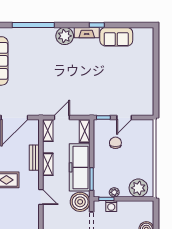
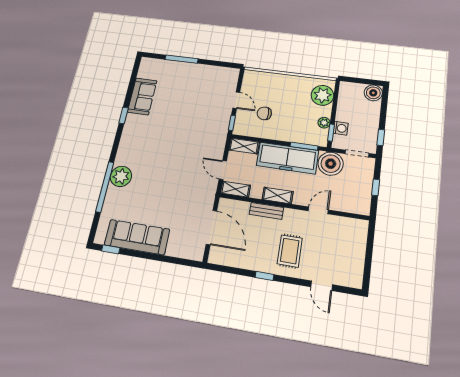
fireplace: (87, 33) -> (129, 127), removed
plant: (65, 36) -> (121, 176), moved
window: (156, 63) -> (182, 59), added

